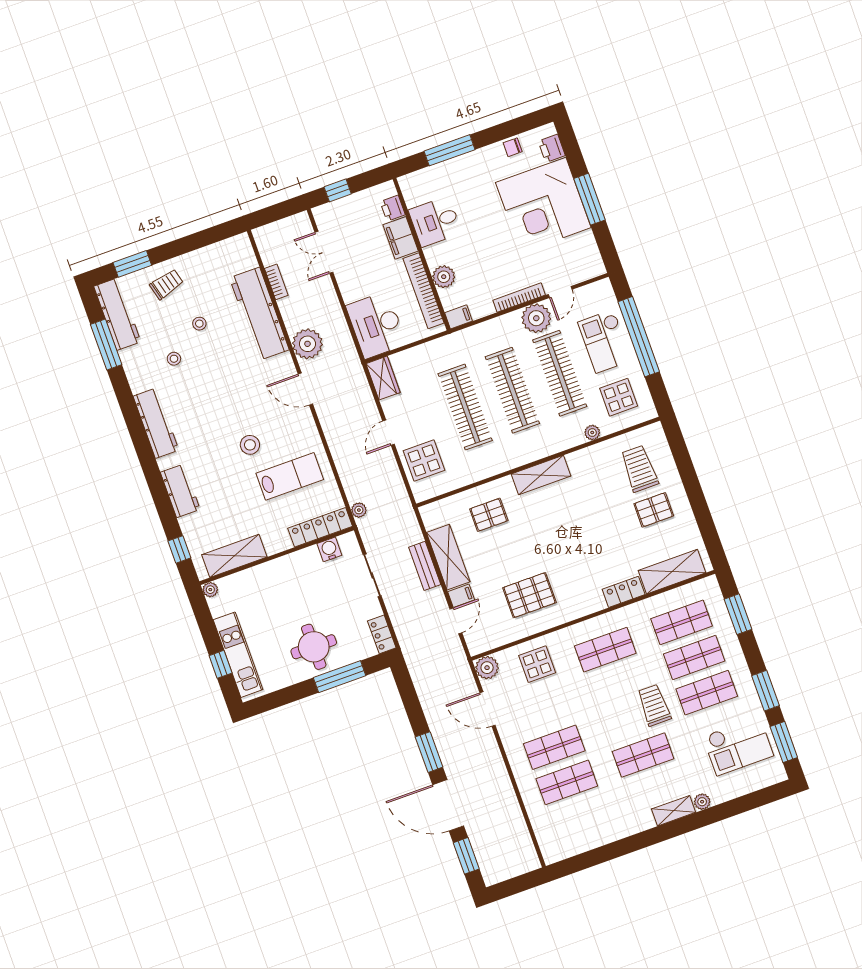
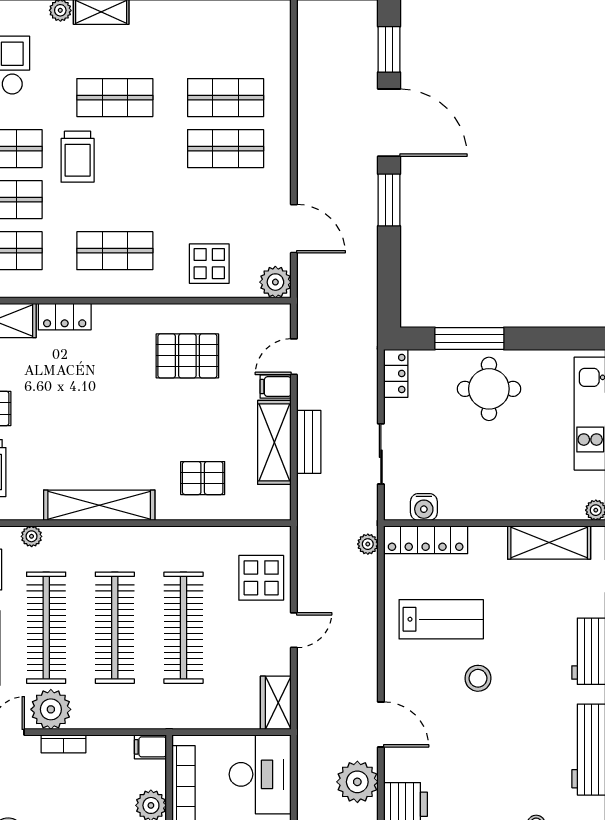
bookcase: (519, 298) -> (63, 744), width x0.64
shelving: (541, 475) -> (99, 505), width x1.47
lab bench: (290, 476) -> (441, 619), turned 180

